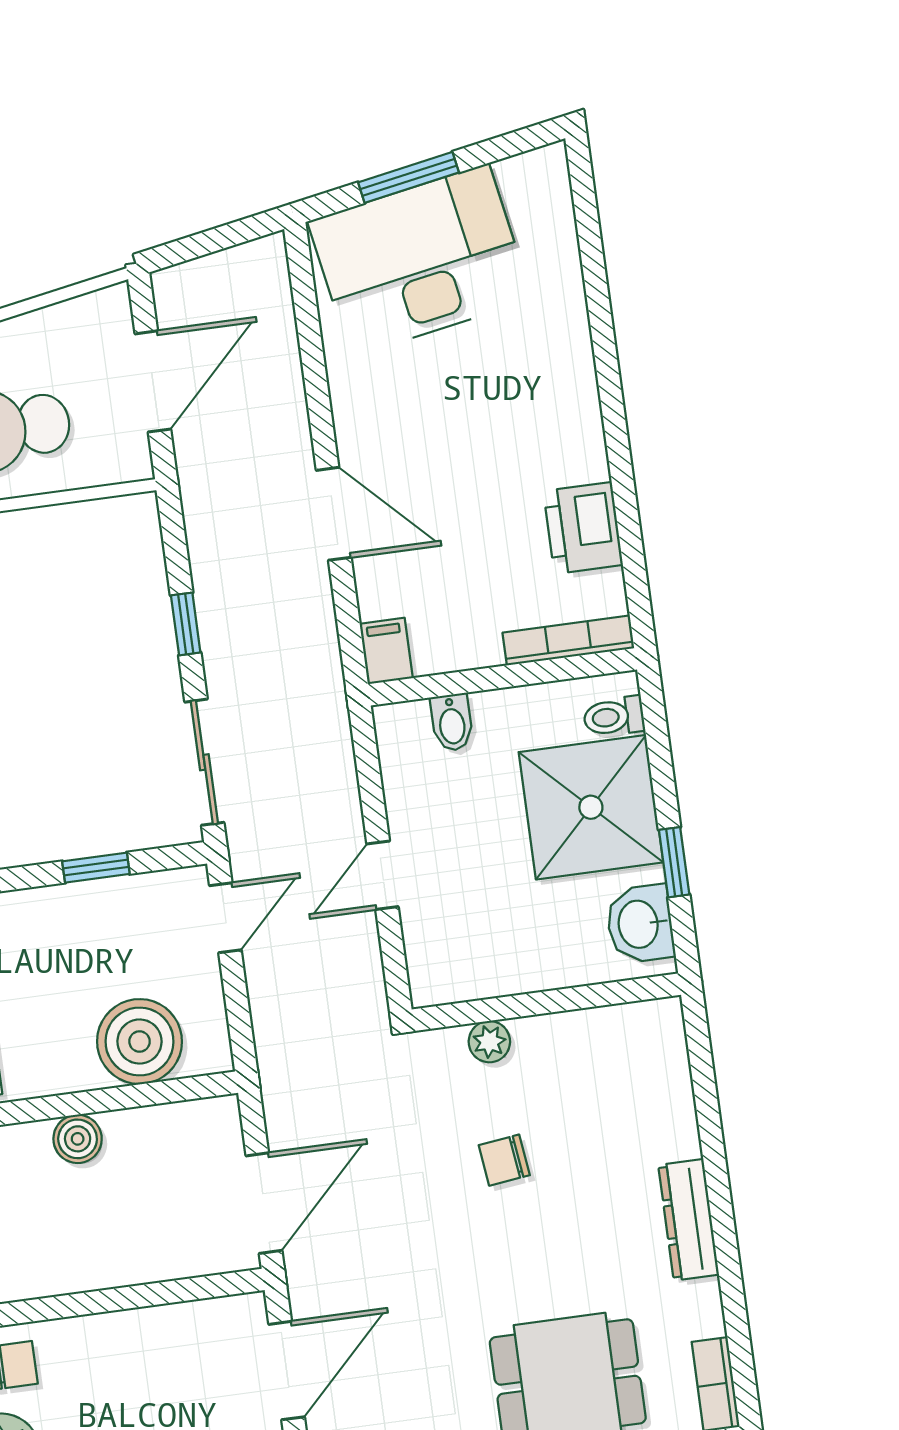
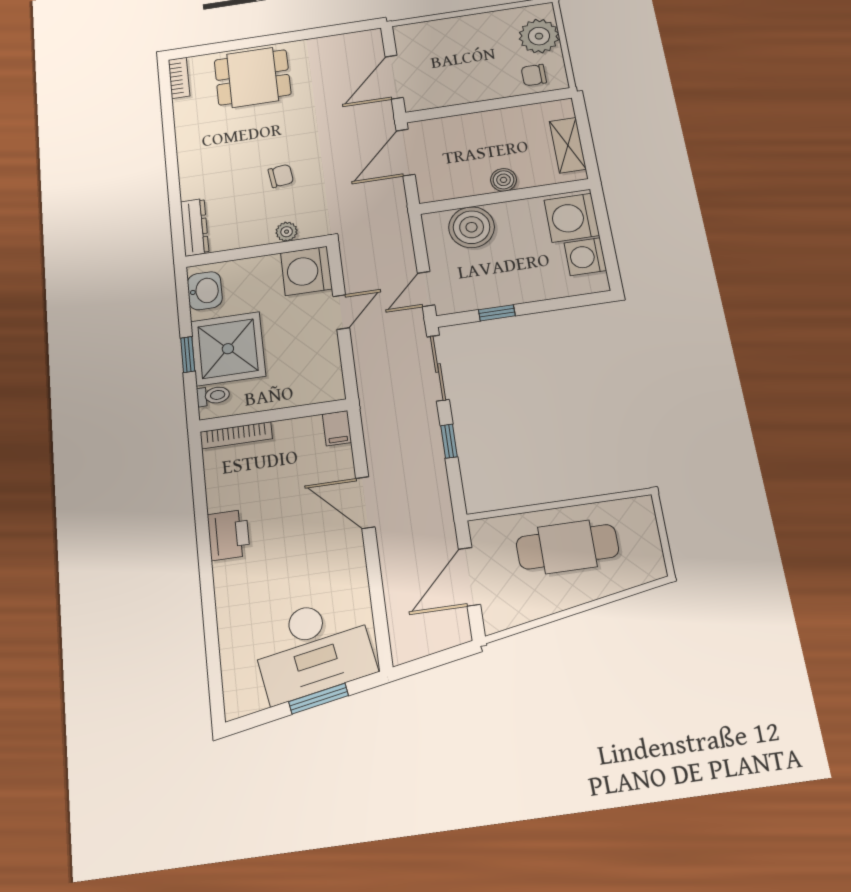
printer: (583, 528) -> (229, 535), moved
bidet: (452, 722) -> (302, 391), removed
window: (674, 862) -> (188, 355), moved
washing machine: (450, 960) -> (306, 271), added
dresser: (689, 1220) -> (195, 227), moved

